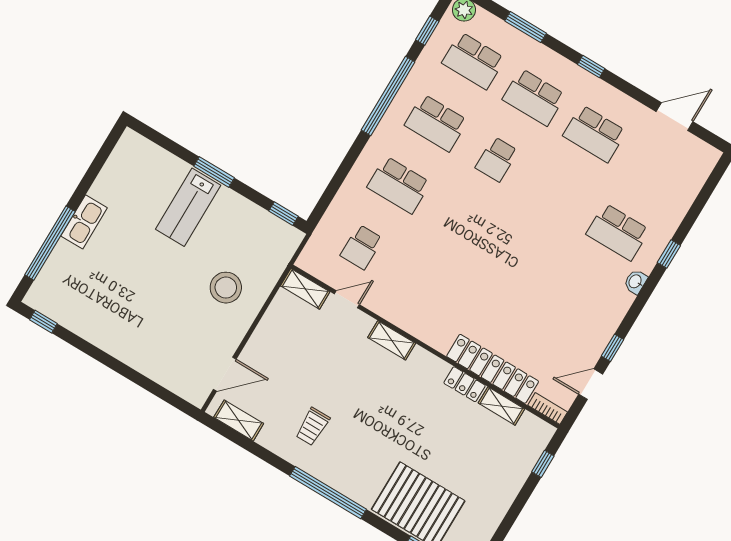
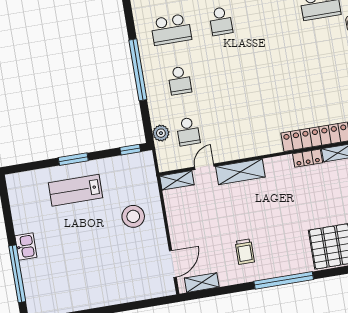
window: (388, 96) -> (138, 70), moved
school desk: (399, 185) -> (180, 80), width x0.54
lab bench: (188, 207) -> (76, 190), turned 90
kitchen sink: (84, 222) -> (26, 246), width x0.73
plant: (331, 224) -> (161, 133), added
shelving: (392, 340) -> (240, 172), width x1.50, depth x1.33

